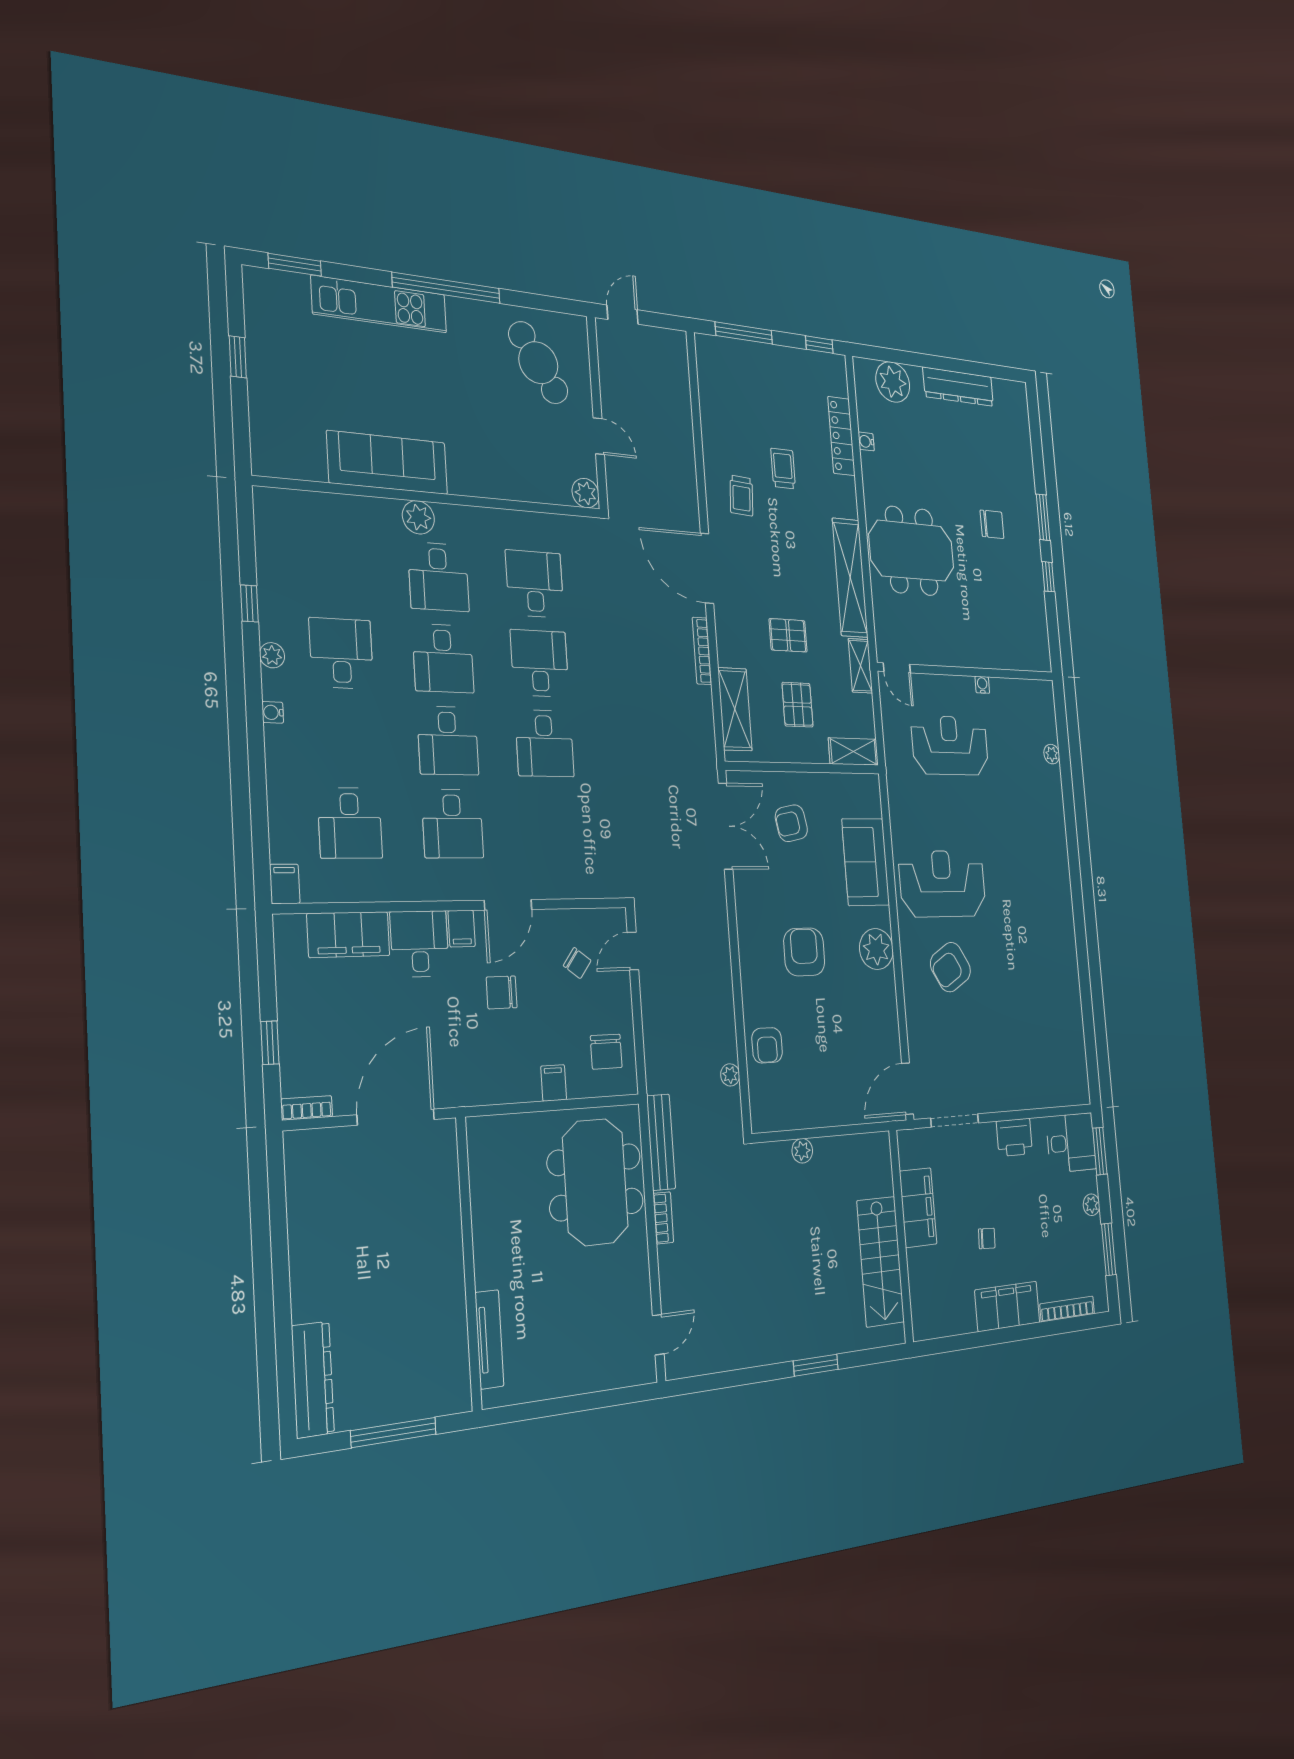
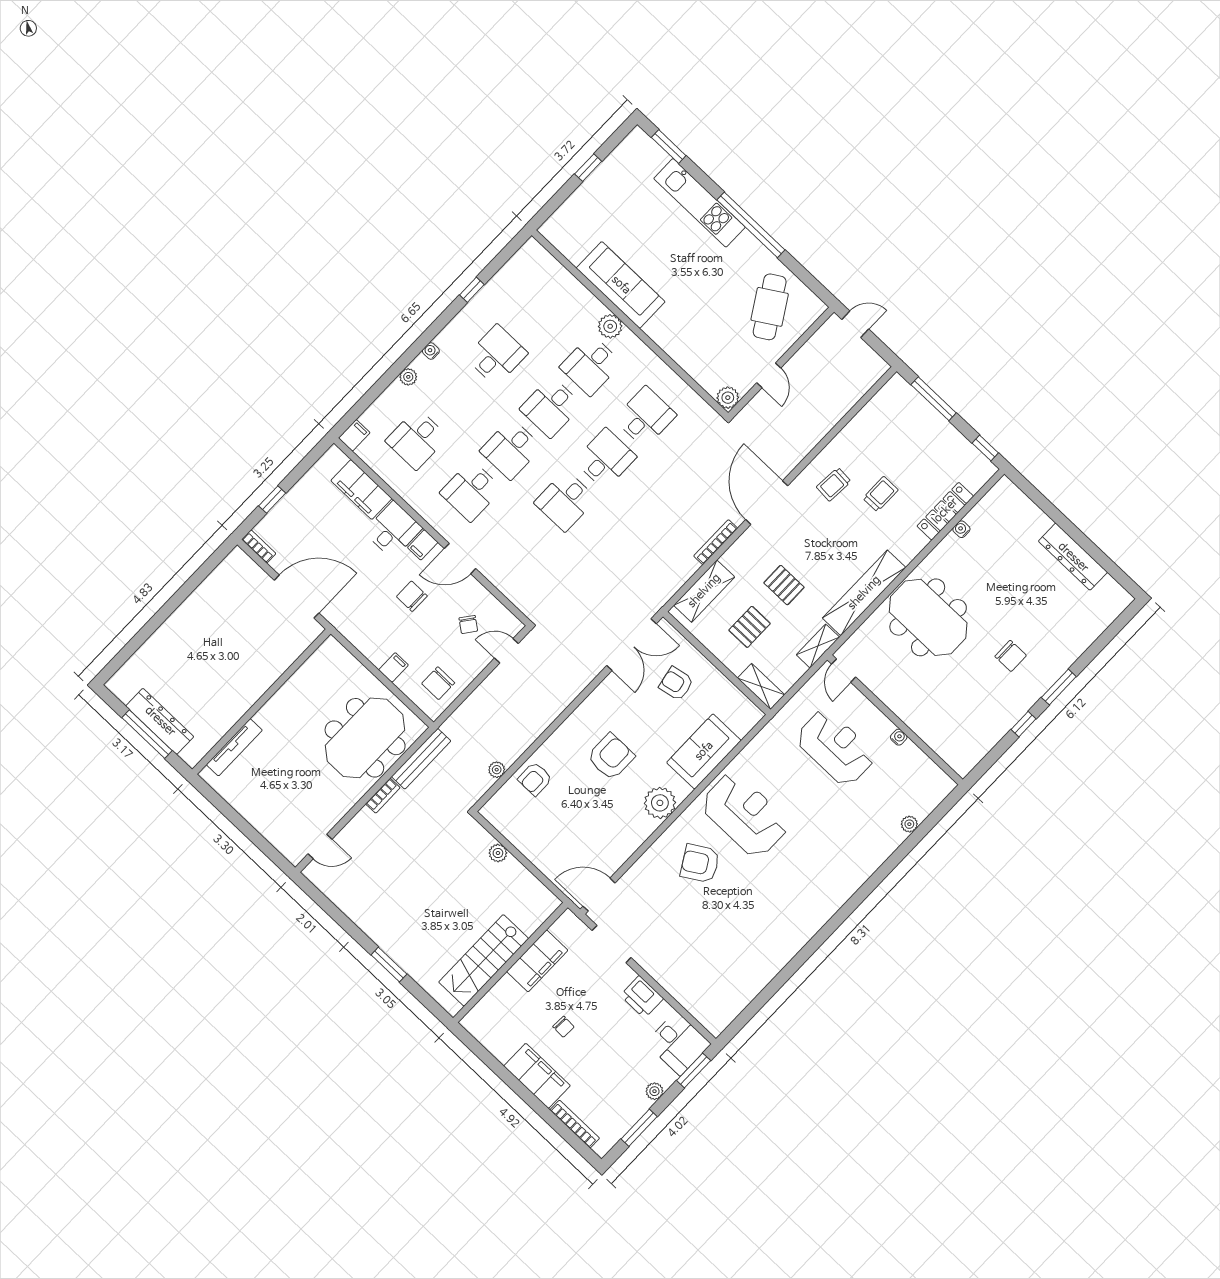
plant: (893, 382) -> (1021, 513), removed
plant: (272, 655) -> (408, 377), moved
dresser: (313, 1380) -> (160, 721), moved, turned -90

